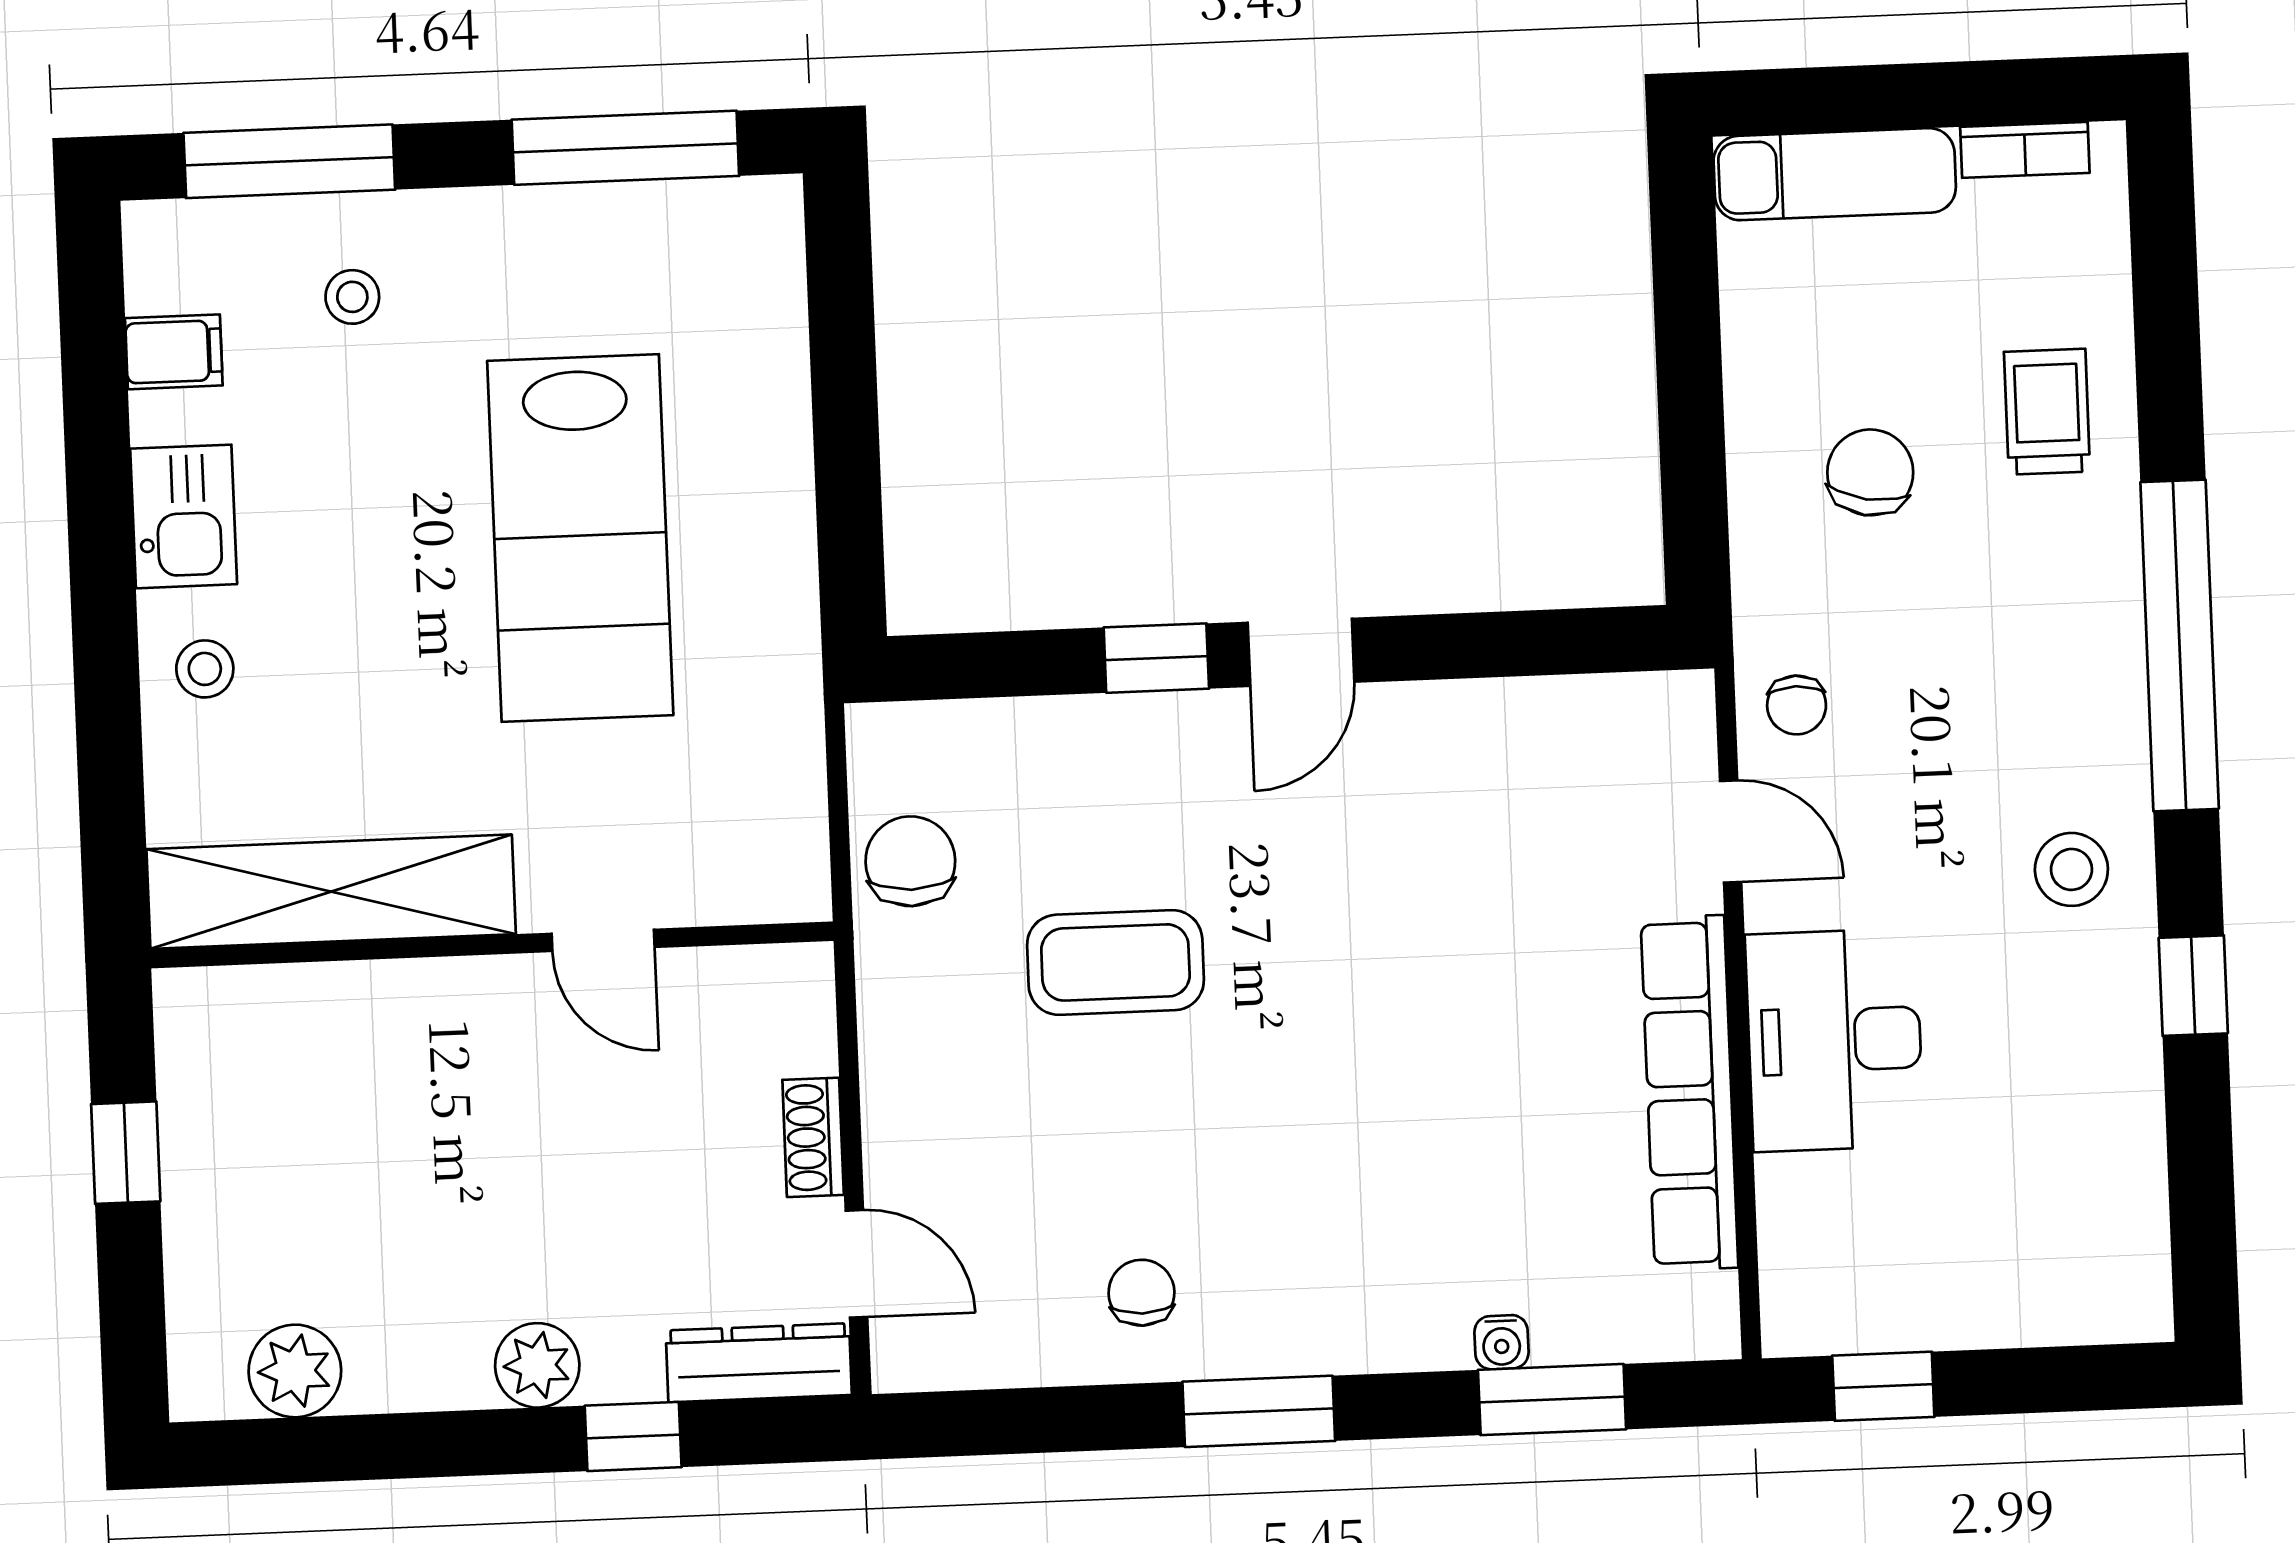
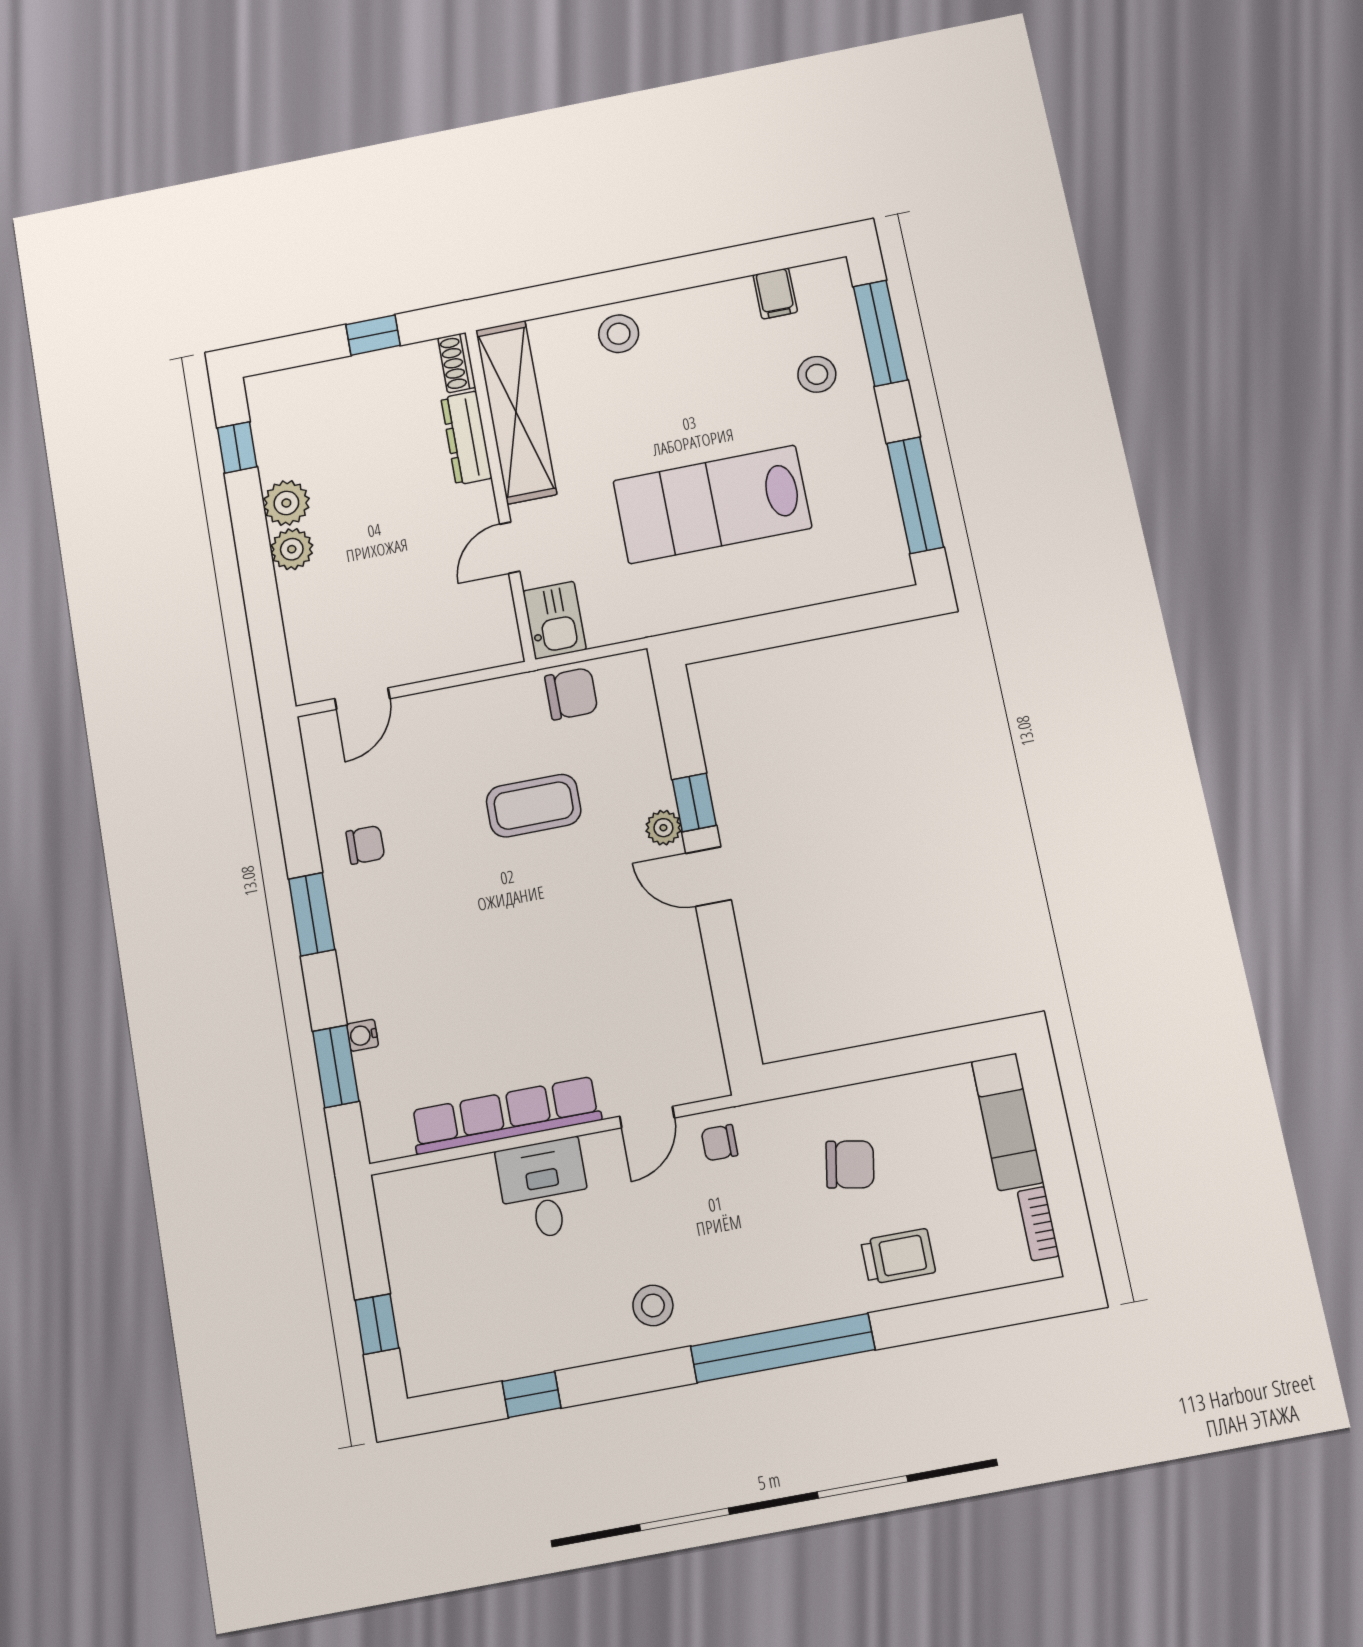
stool: (352, 297) -> (817, 374), width x1.37, depth x1.37
kitchen sink: (184, 516) -> (554, 620), moved, turned -90
stool: (205, 669) -> (619, 334), width x1.37, depth x1.37
plant: (1195, 723) -> (663, 828), added
coffee table: (1115, 962) -> (534, 806), turned 90
window: (2193, 986) -> (531, 1395), moved
desk: (1835, 1040) -> (544, 1189), width x0.73
shoe rack: (813, 1137) -> (457, 363), moved, turned -90
dresser: (759, 1363) -> (466, 438), moved, turned 180
plant: (295, 1371) -> (286, 503), moved
window: (1883, 1386) -> (377, 1324), moved
window: (633, 1436) -> (237, 447), moved

